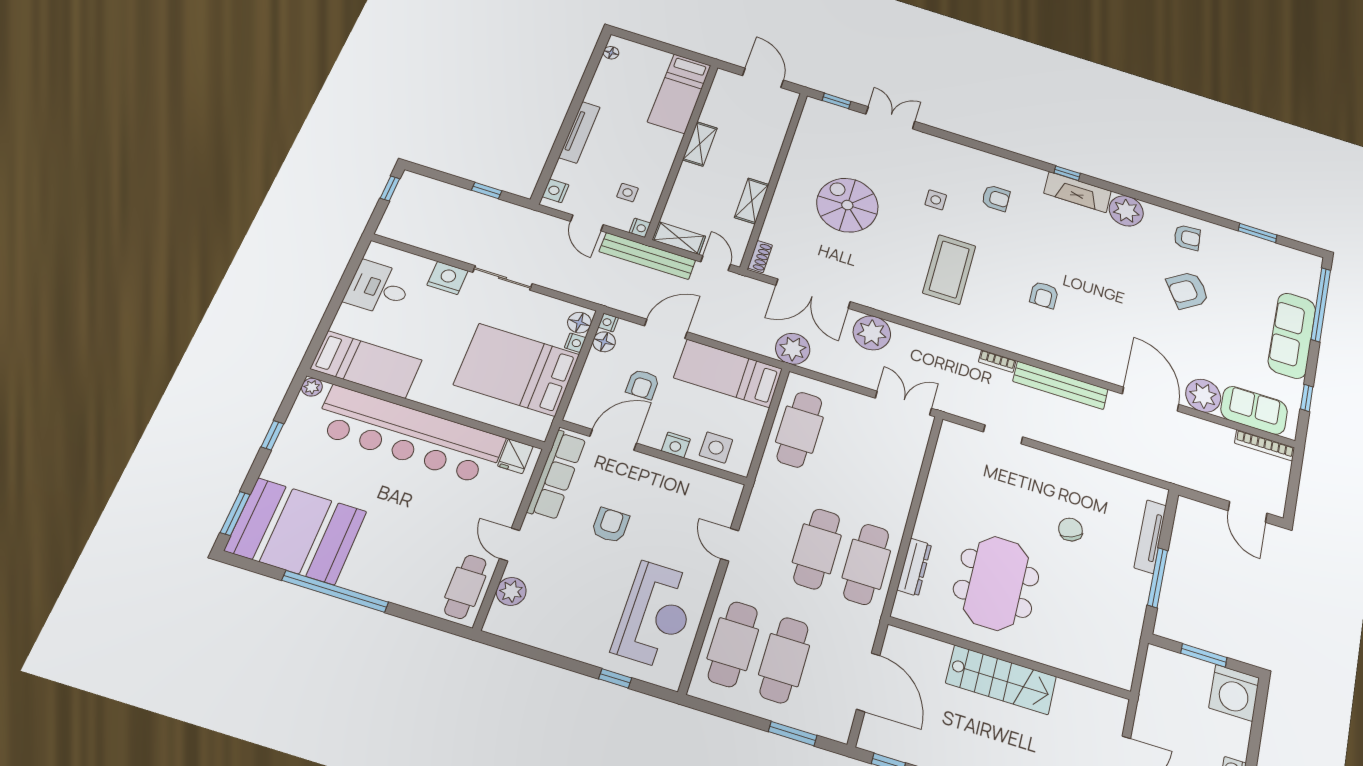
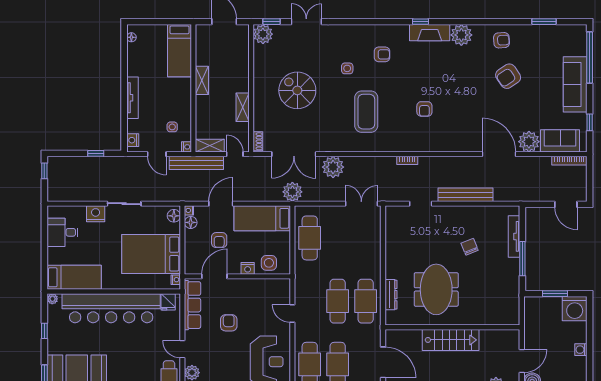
plant: (818, 113) -> (263, 34), added
nightstand: (575, 343) -> (176, 280), moved
bench: (1060, 385) -> (466, 195), moved

